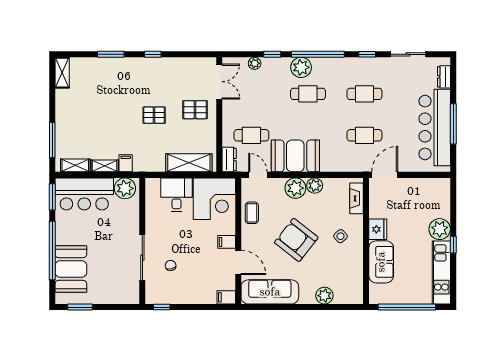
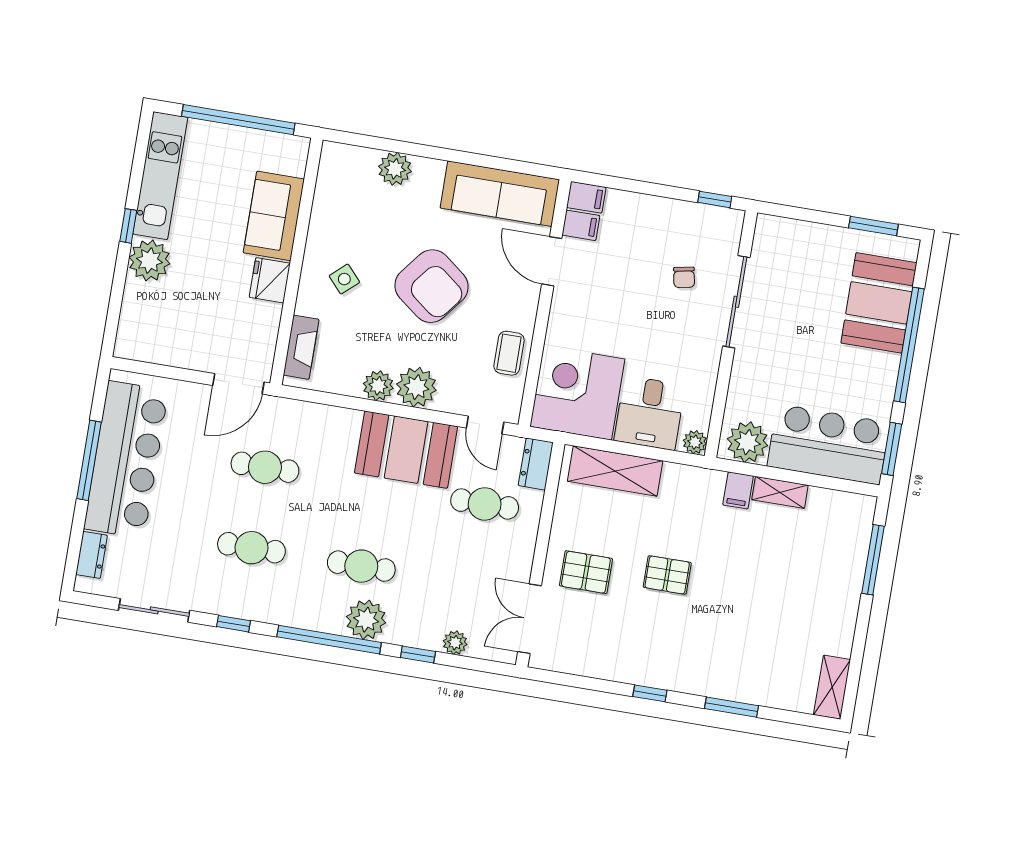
shelving: (75, 165) -> (837, 503), removed
plant: (151, 184) -> (695, 442), added
filing cabinet: (227, 242) -> (581, 225), moved

